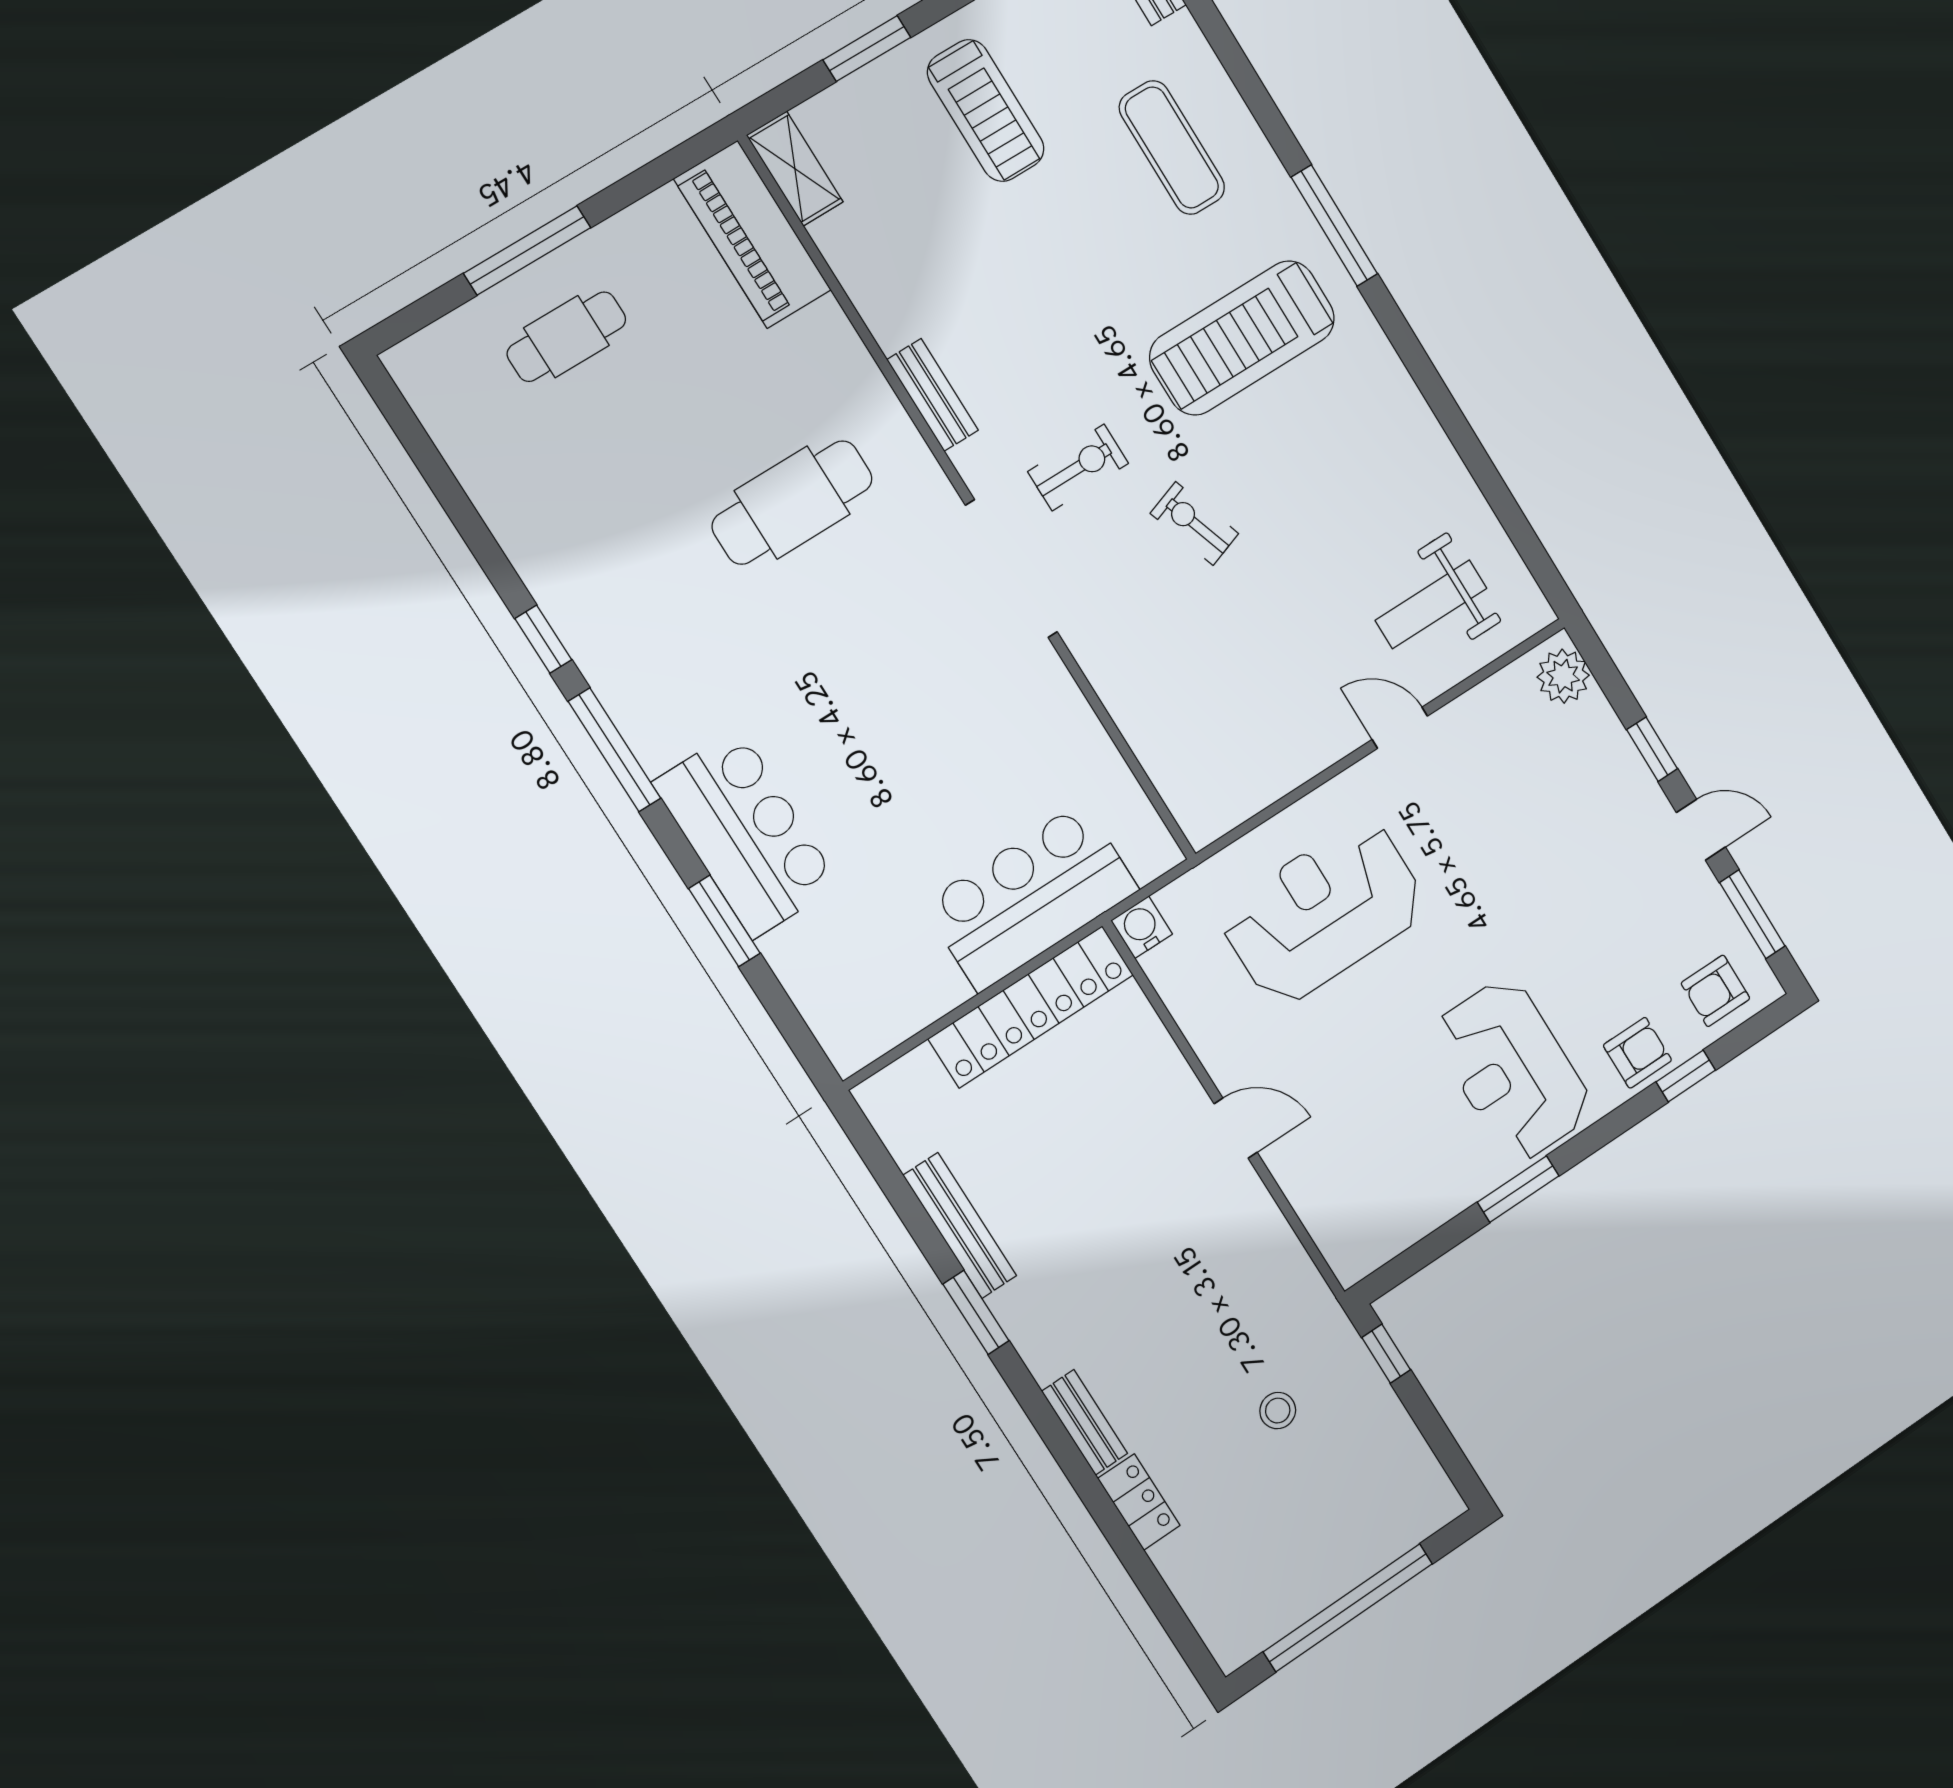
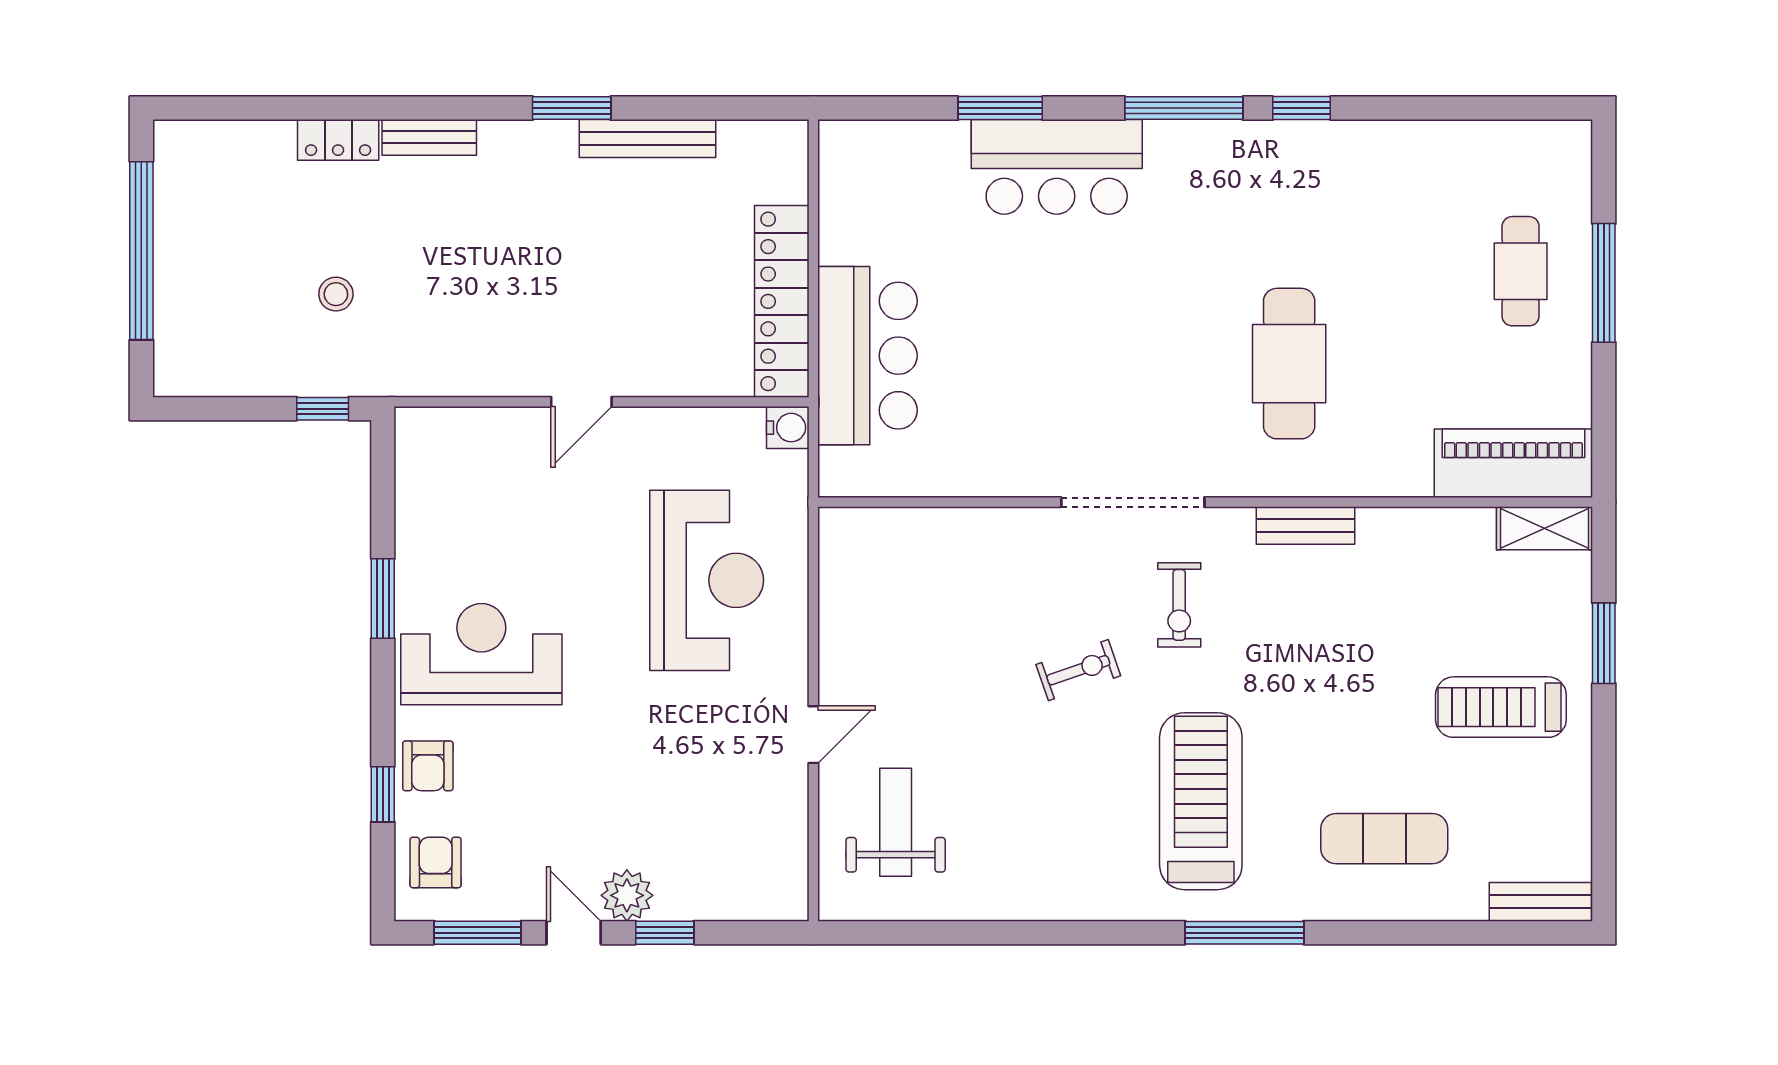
plant: (1563, 676) -> (627, 895), moved
door: (1701, 830) -> (574, 933), swing flipped

